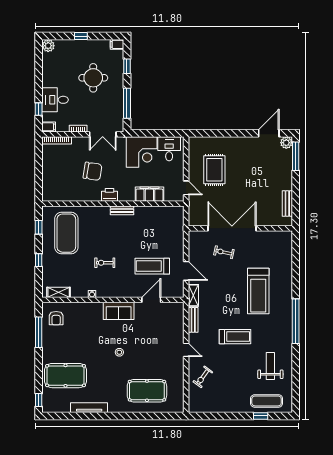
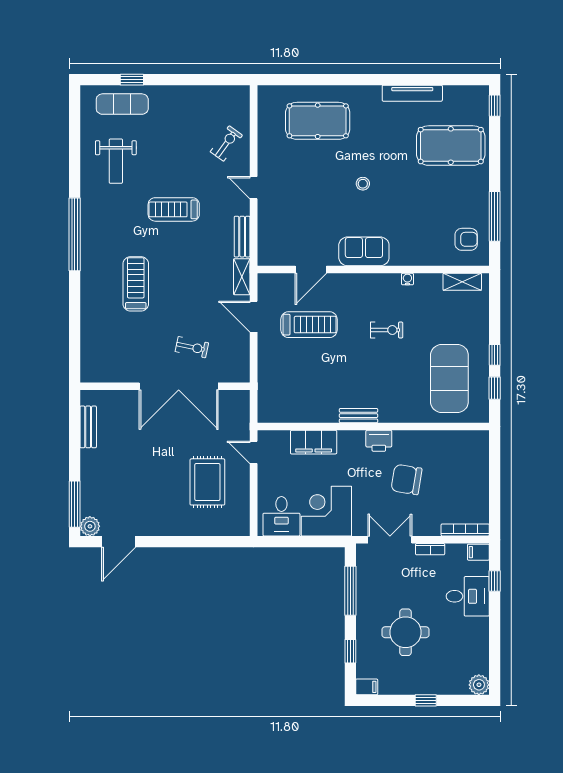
window: (39, 260) -> (495, 355), moved
treadmill: (258, 291) -> (136, 284), width x0.73, depth x0.73
armchair: (56, 318) -> (466, 239), turned 90

